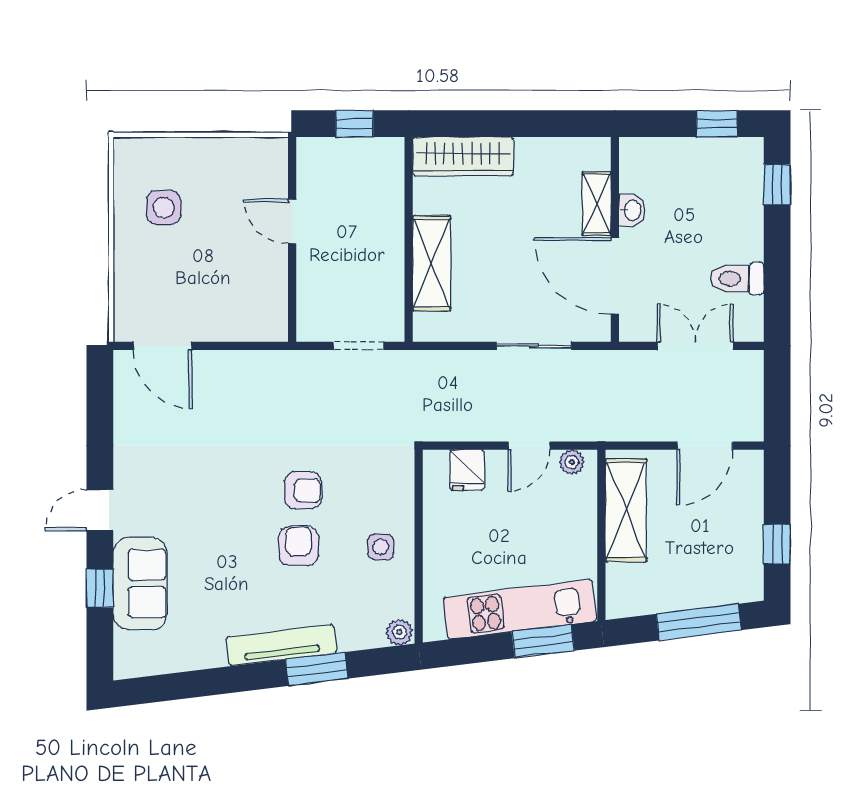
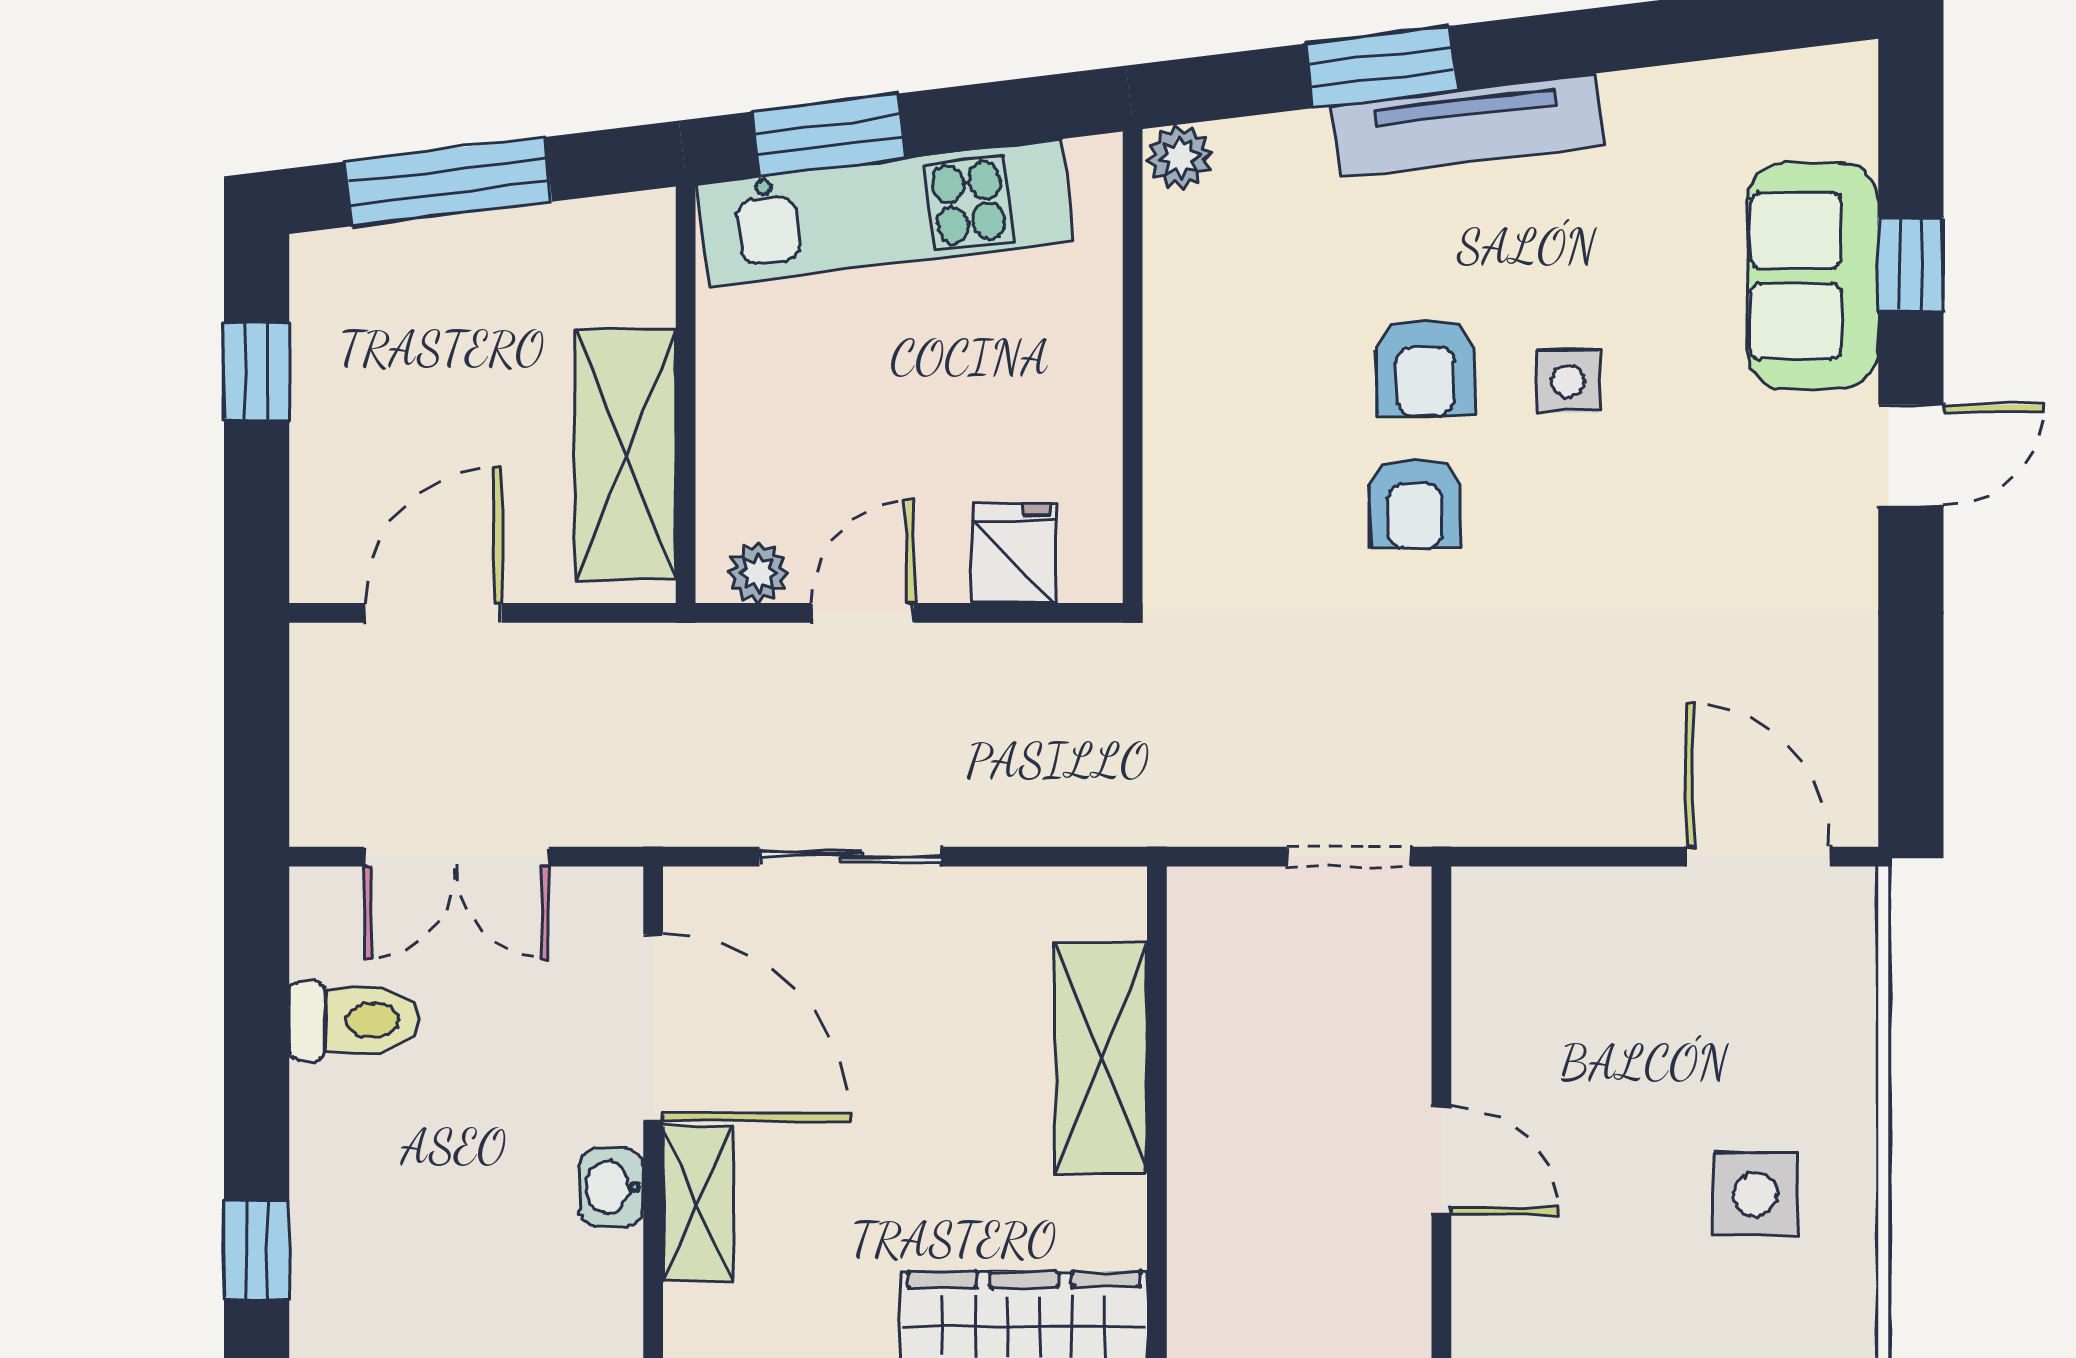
doorway: (358, 346) -> (1349, 857), moved
armchair: (303, 490) -> (1415, 503), turned -90
side table: (381, 547) -> (1568, 381), moved

